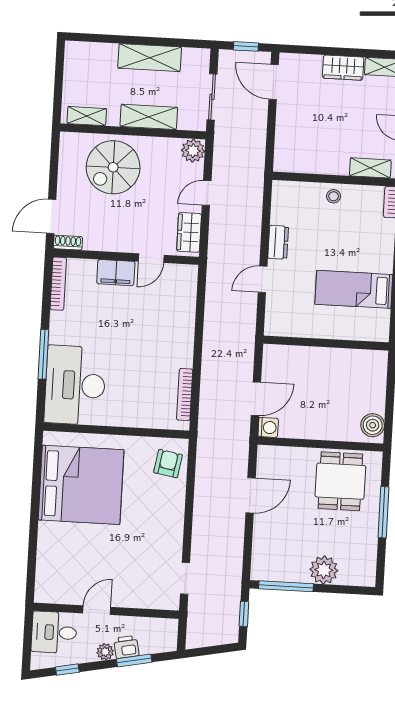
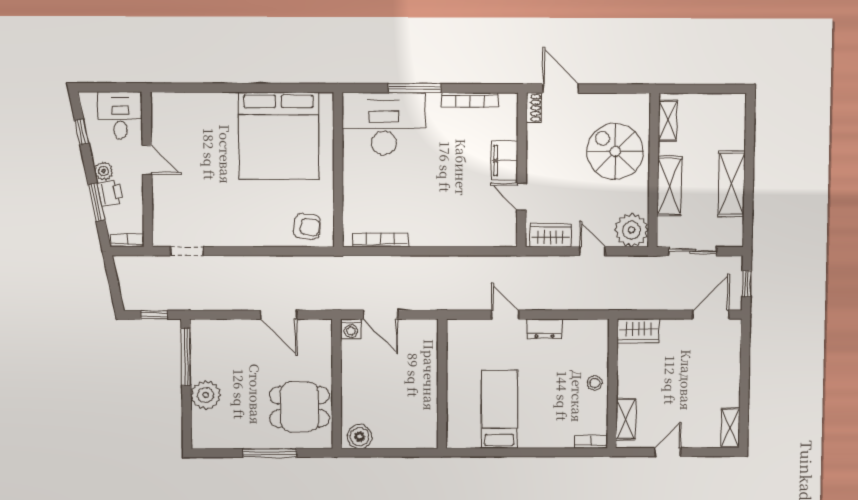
wardrobe: (343, 68) -> (638, 331), moved, turned -90
plant: (193, 151) -> (632, 230), width x1.36, depth x1.36
bookcase: (58, 284) -> (470, 100), moved
bookcase: (172, 634) -> (127, 240), added

